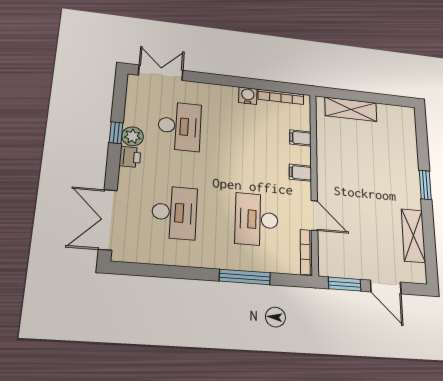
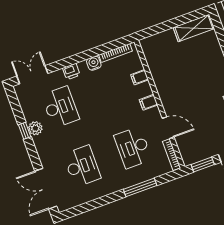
shelving: (351, 109) -> (194, 28), moved
printer: (130, 157) -> (71, 72), moved, turned 90

